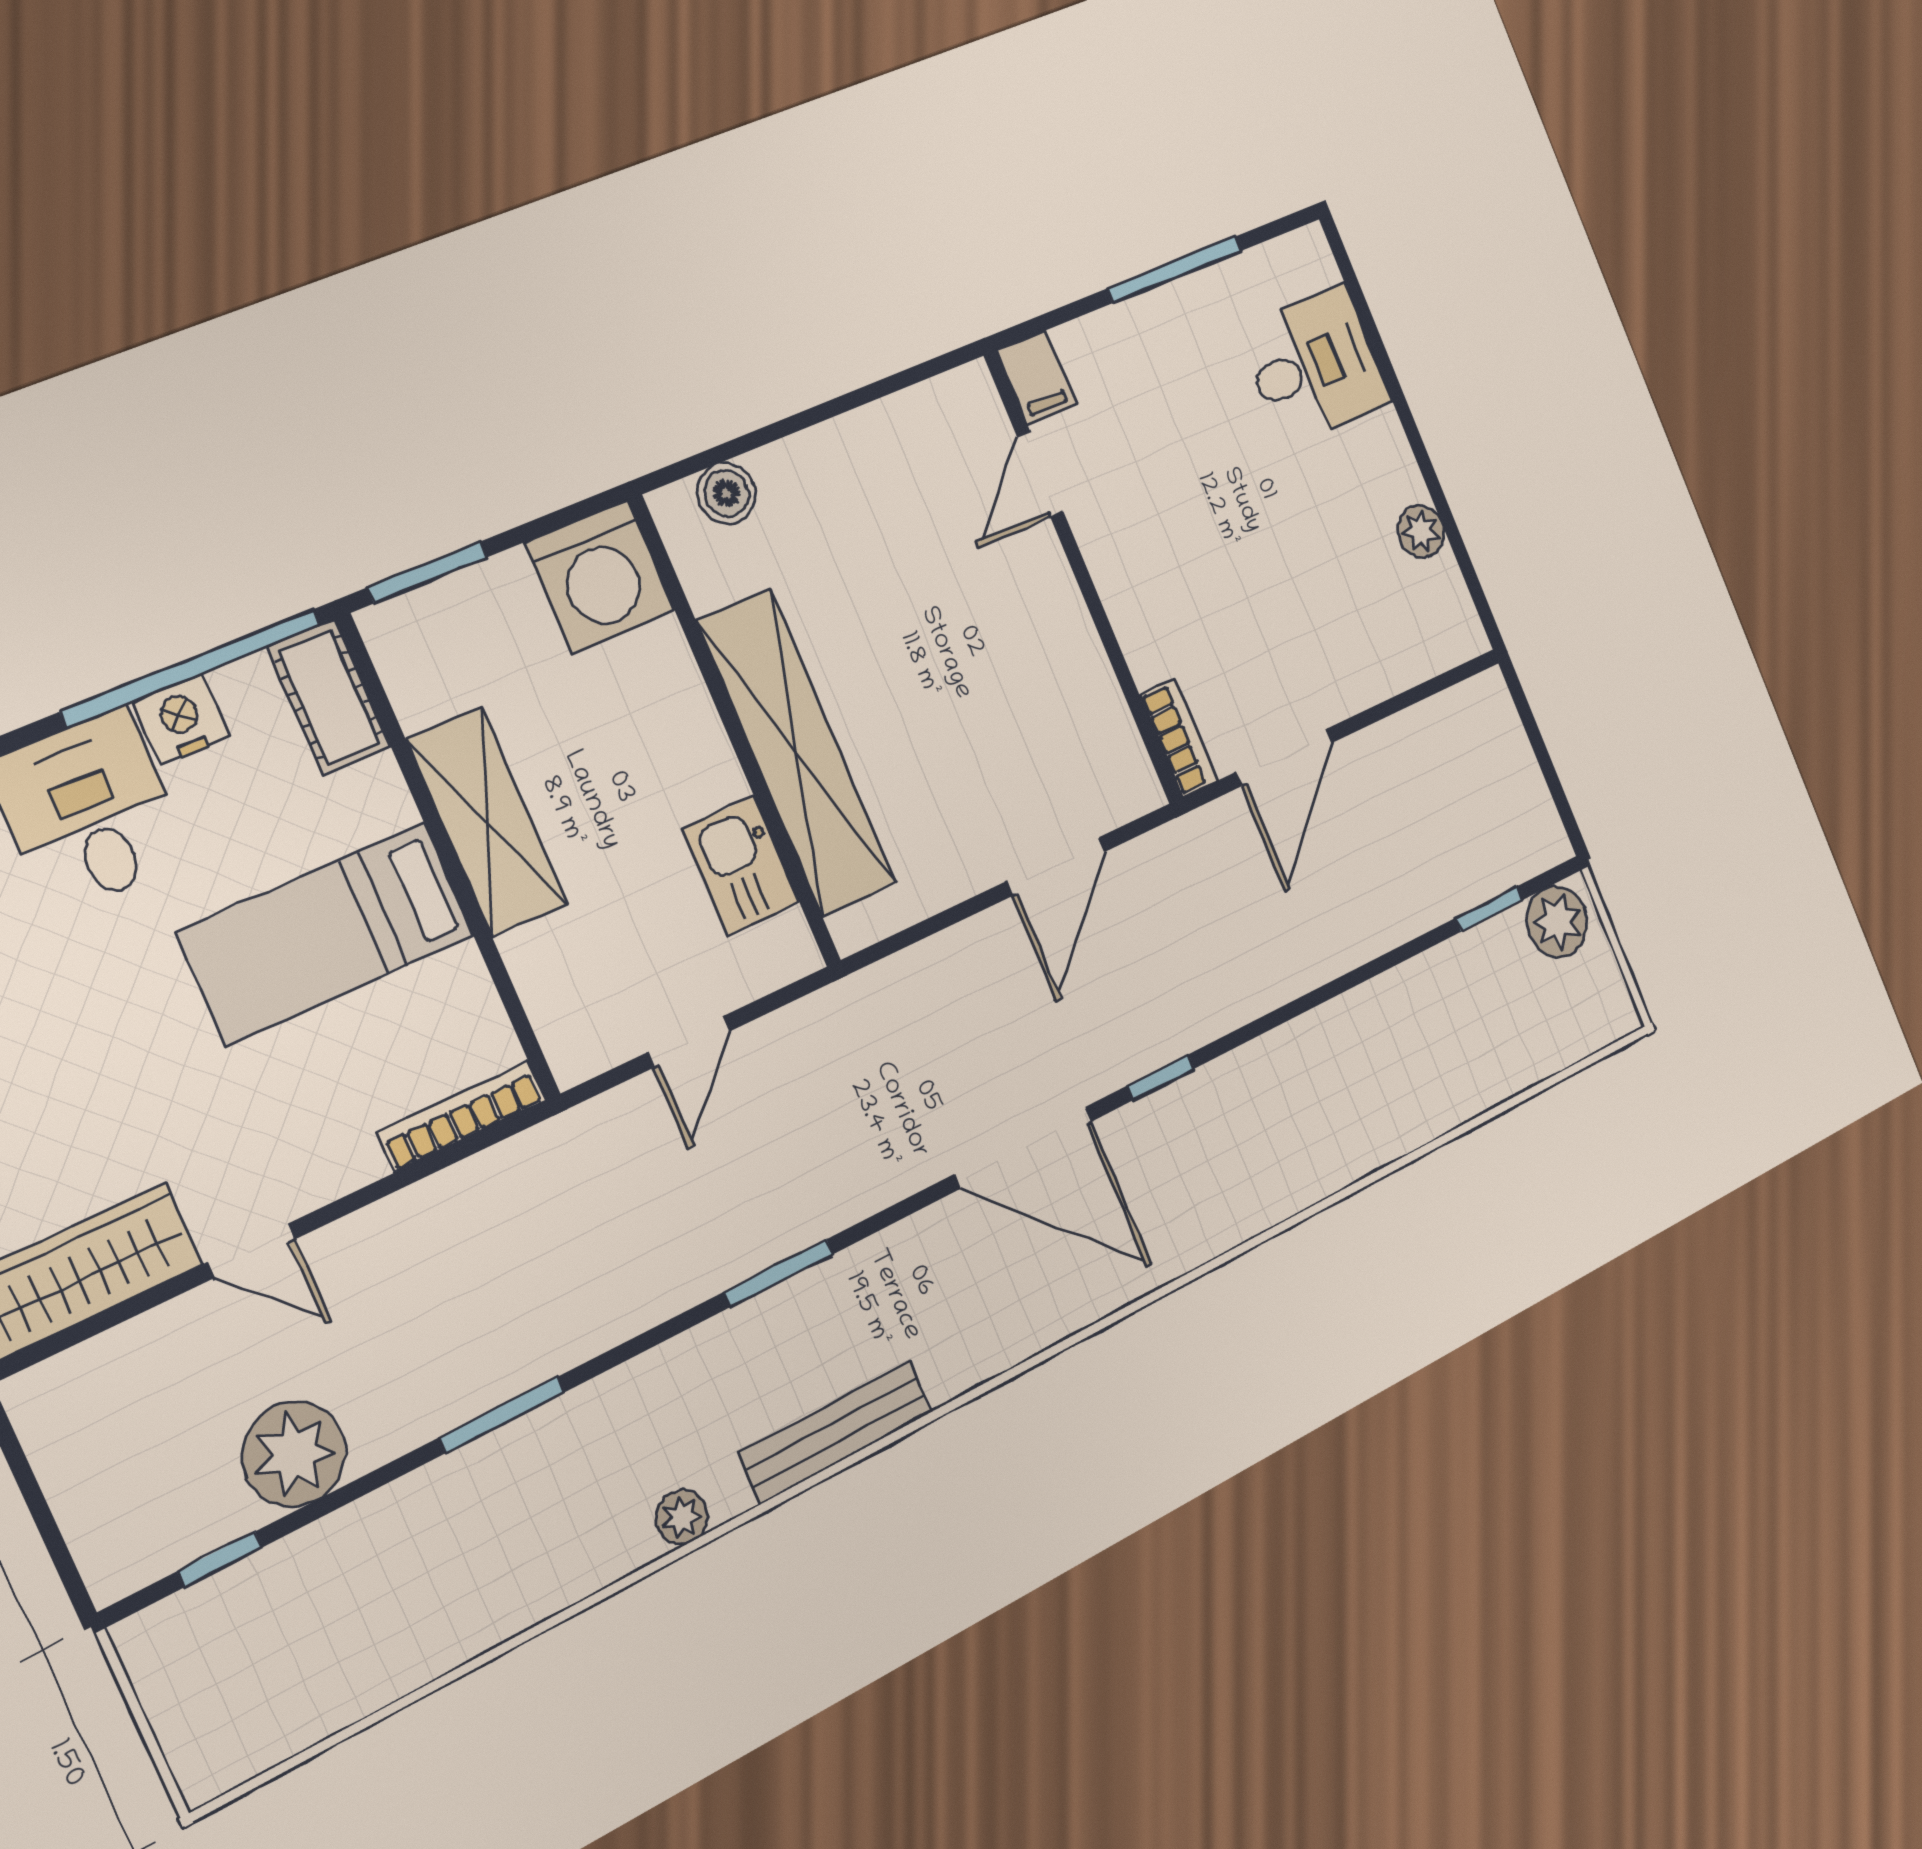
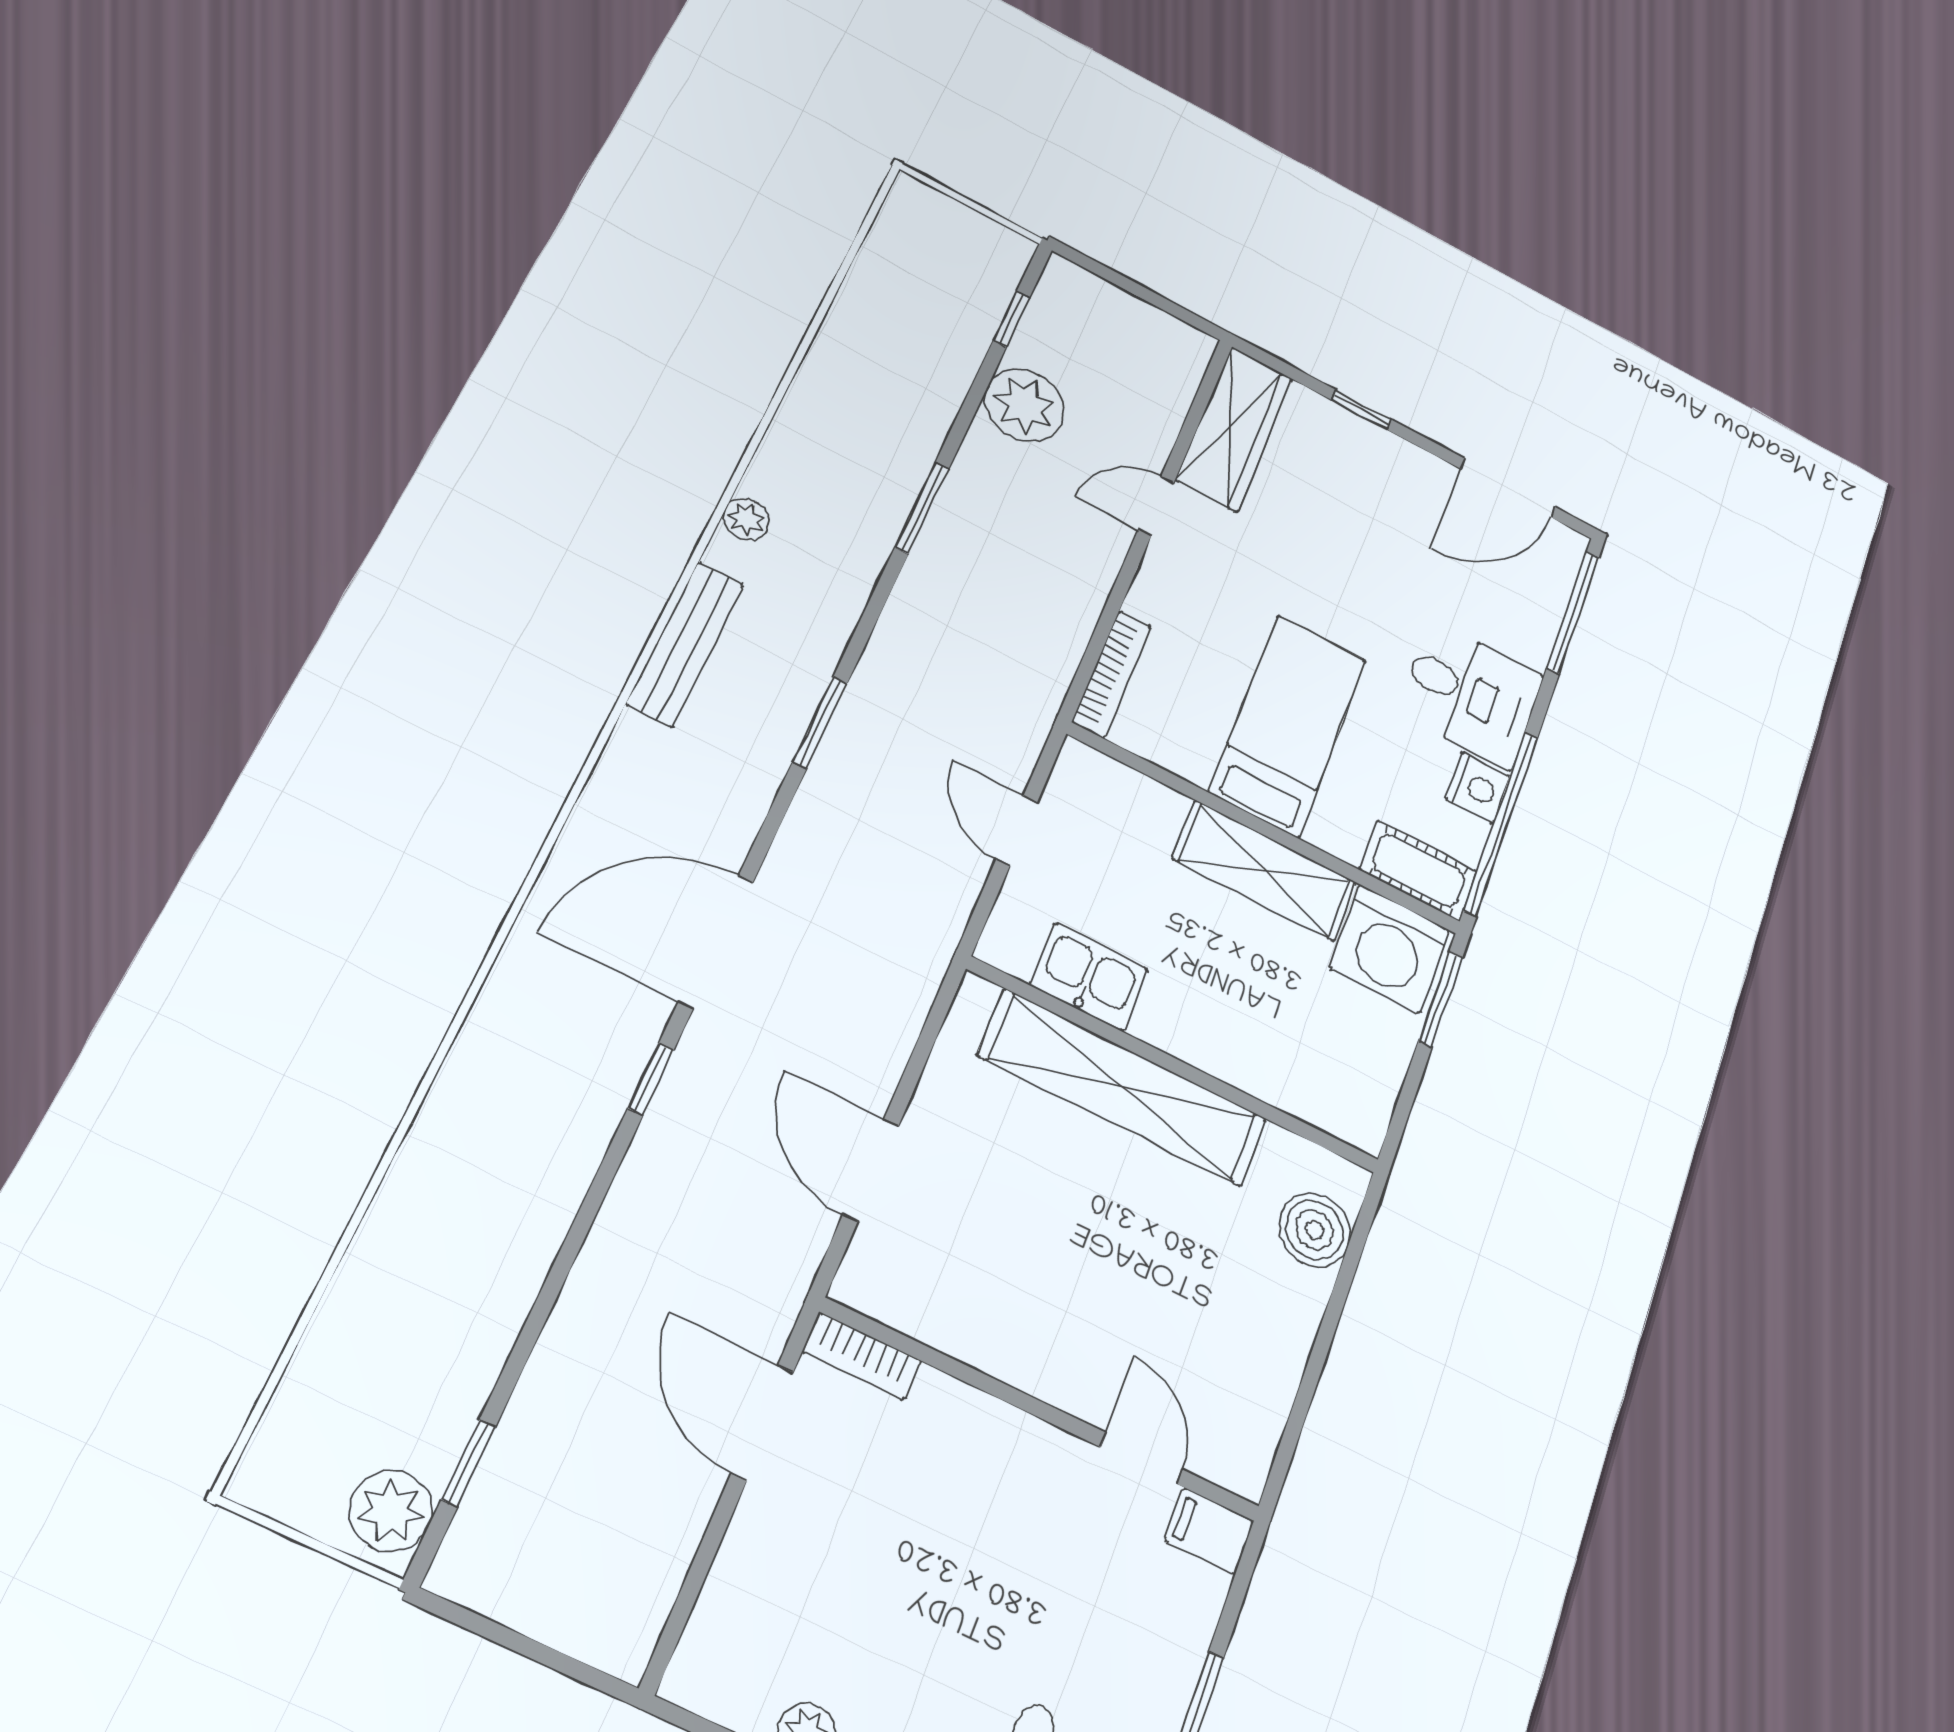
boiler: (726, 493) -> (1315, 1230), width x1.36, depth x1.36
washing machine: (600, 576) -> (1389, 949), moved, turned -90

